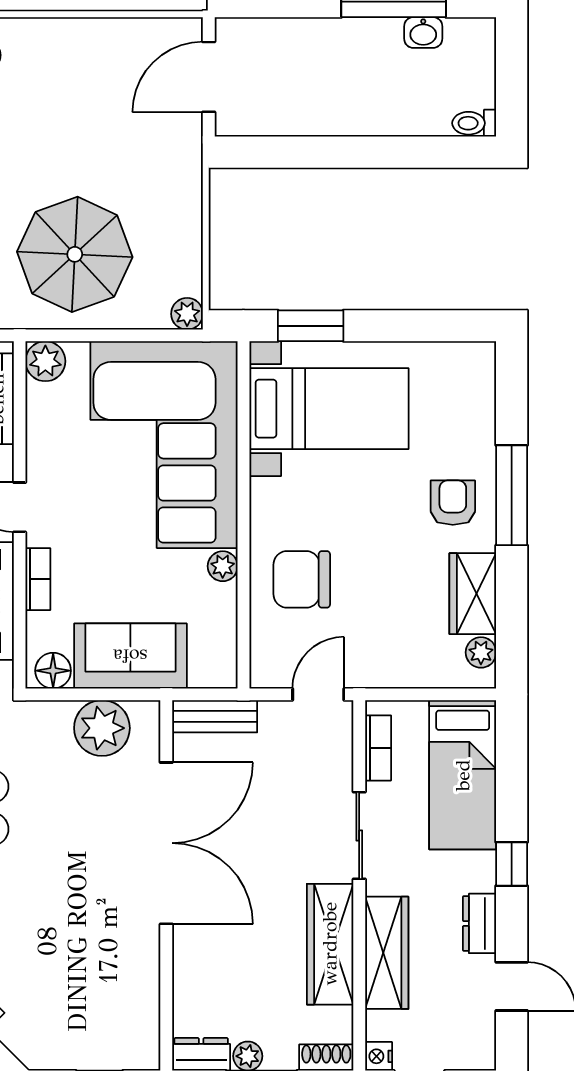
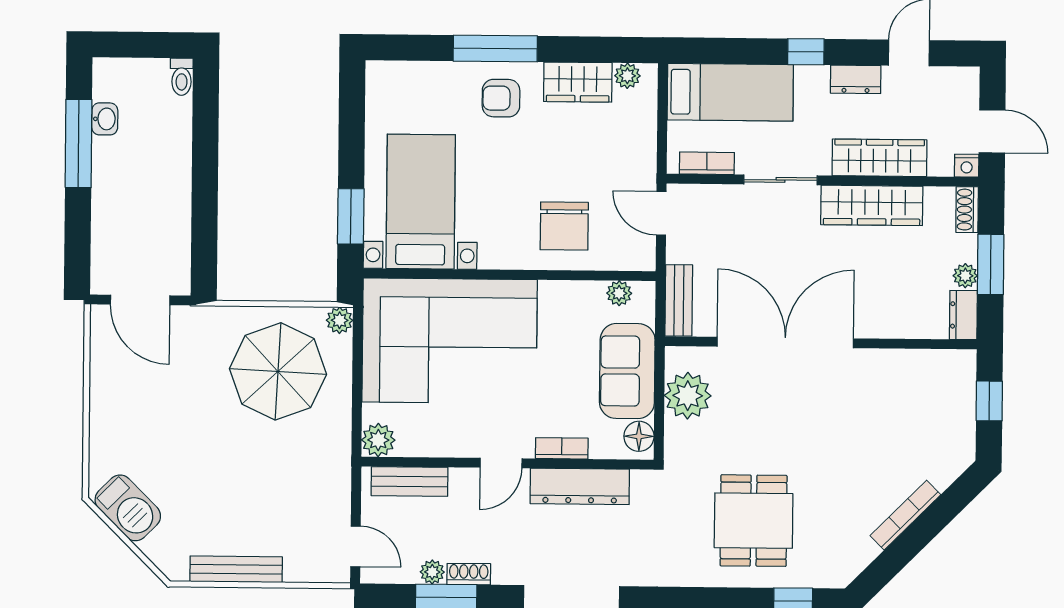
parasol: (75, 254) -> (278, 371), moved
plant: (223, 566) -> (619, 293), moved

